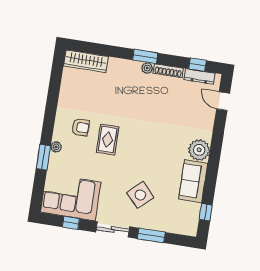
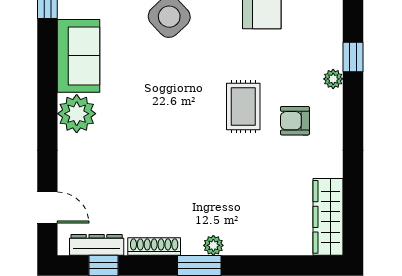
wardrobe: (86, 61) -> (328, 217), moved, turned -90
plant: (147, 68) -> (213, 245), moved
window: (43, 157) -> (353, 57), width x0.67

